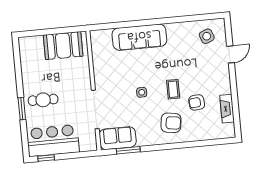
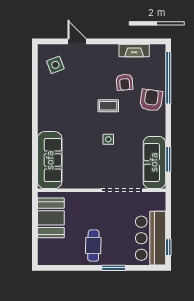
sofa: (139, 37) -> (50, 160), moved
cafe table: (43, 100) -> (93, 246), moved
armchair: (171, 123) -> (151, 100), moved
sofa: (118, 138) -> (154, 162), width x1.36
window: (205, 143) -> (168, 78), added

